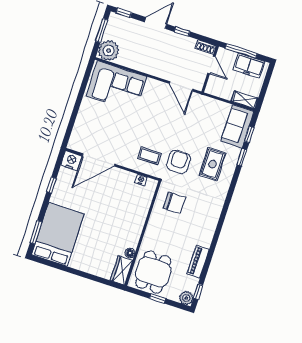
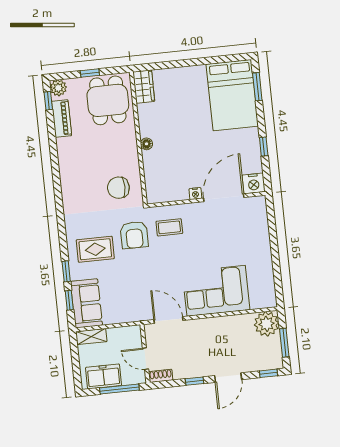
corner sofa: (117, 86) -> (216, 291), moved
rug: (213, 164) -> (95, 249), turned 90
nightstand: (141, 180) -> (195, 194), moved
floor lamp: (130, 253) -> (146, 144), moved
piano: (198, 262) -> (62, 118), moved

